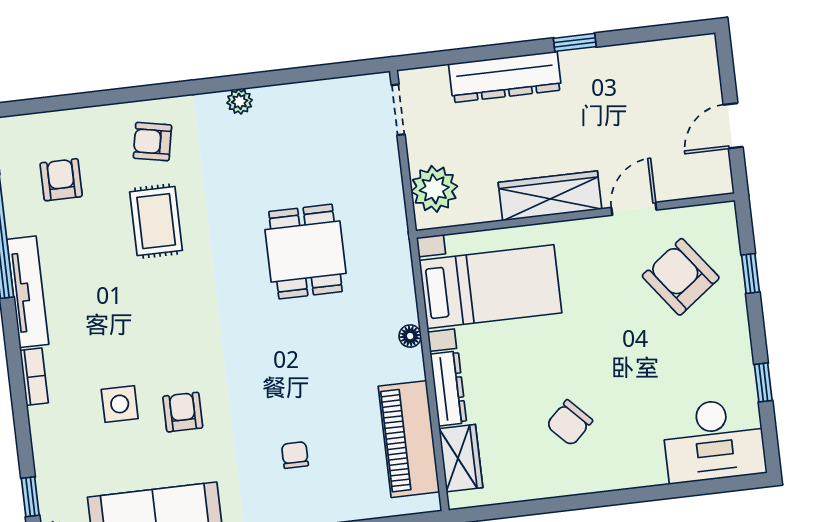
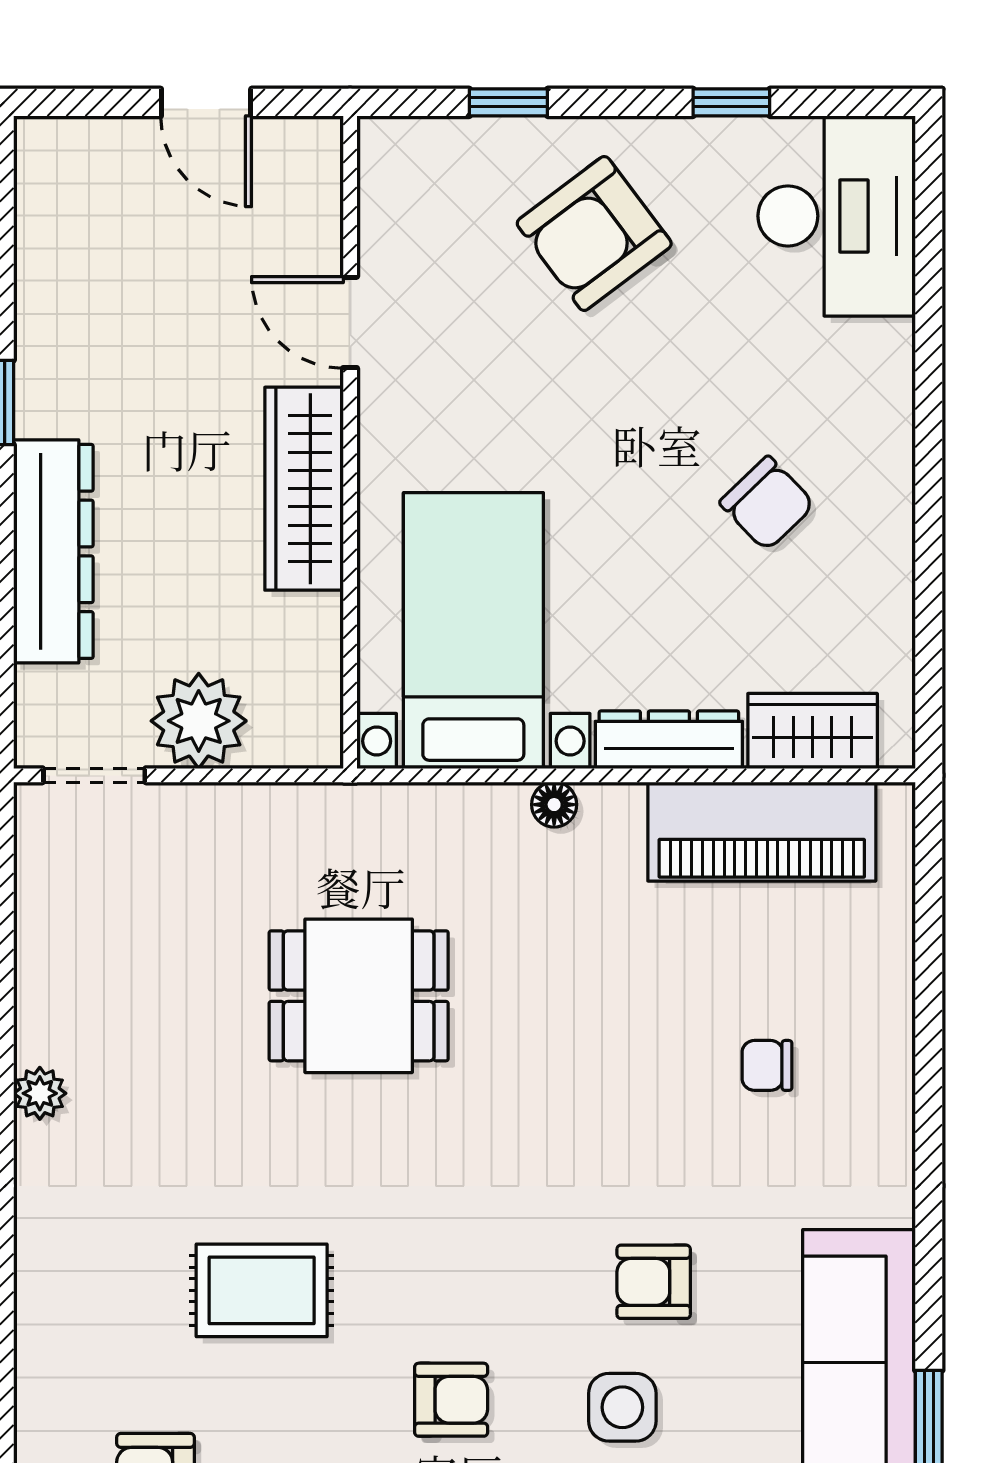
armchair: (152, 142) -> (451, 1400), moved, turned -101
plant: (434, 189) -> (199, 721), moved
armchair: (681, 277) -> (594, 233), moved

